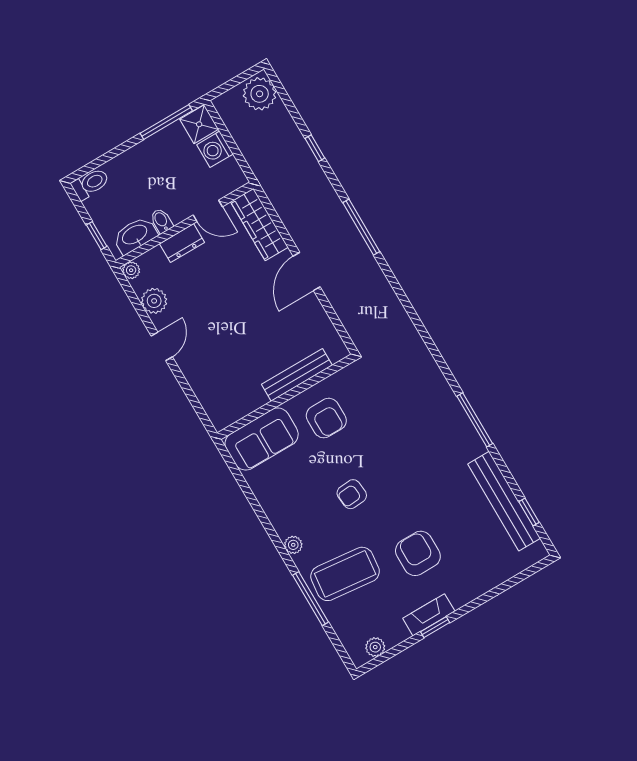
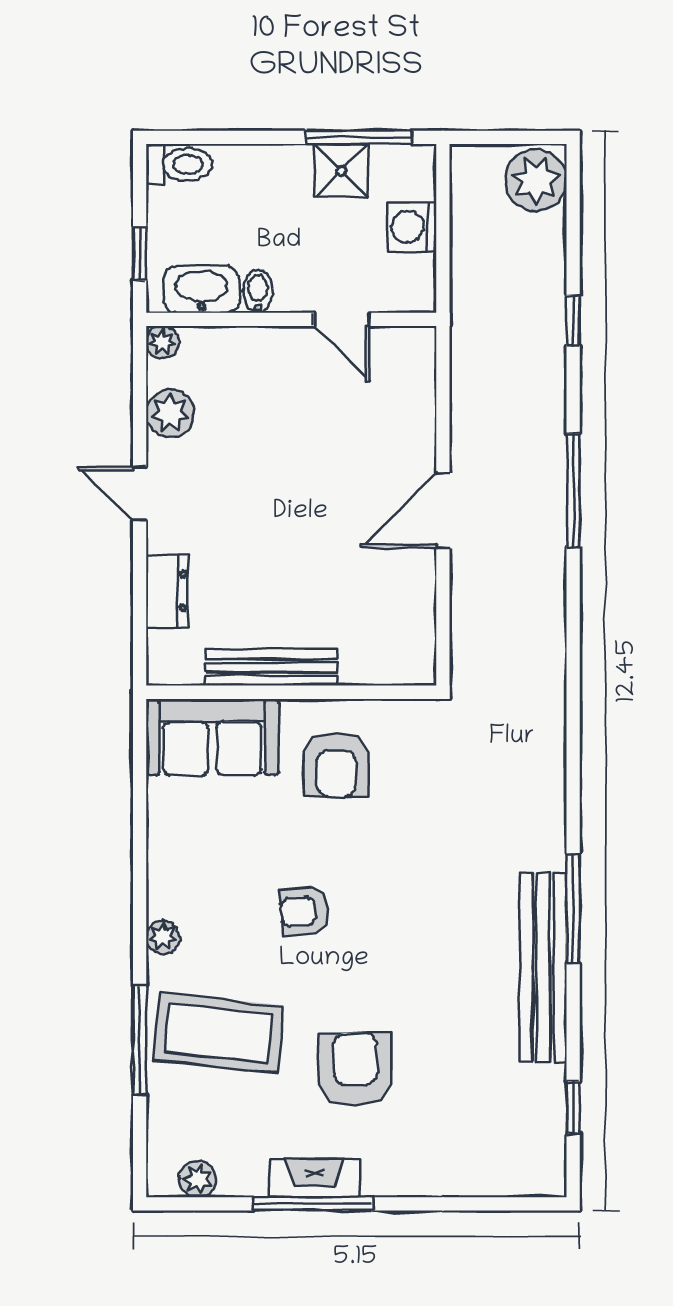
shower: (199, 124) -> (342, 171), moved
wardrobe: (259, 224) -> (412, 390), removed
dresser: (182, 243) -> (167, 591), moved, turned -90
door: (162, 346) -> (140, 494), swing flipped
bench: (297, 375) -> (271, 667), moved
bench: (504, 501) -> (543, 967), moved
window: (435, 627) -> (313, 1204), width x2.17

